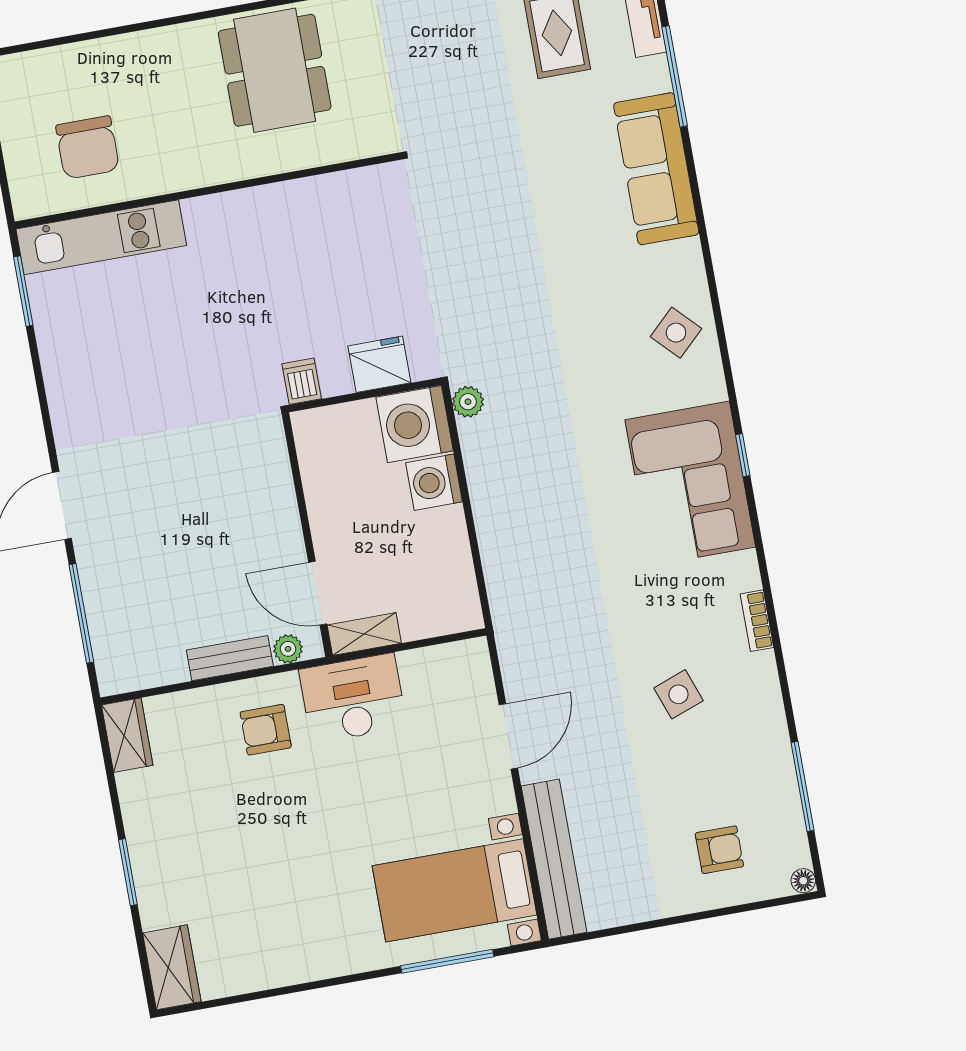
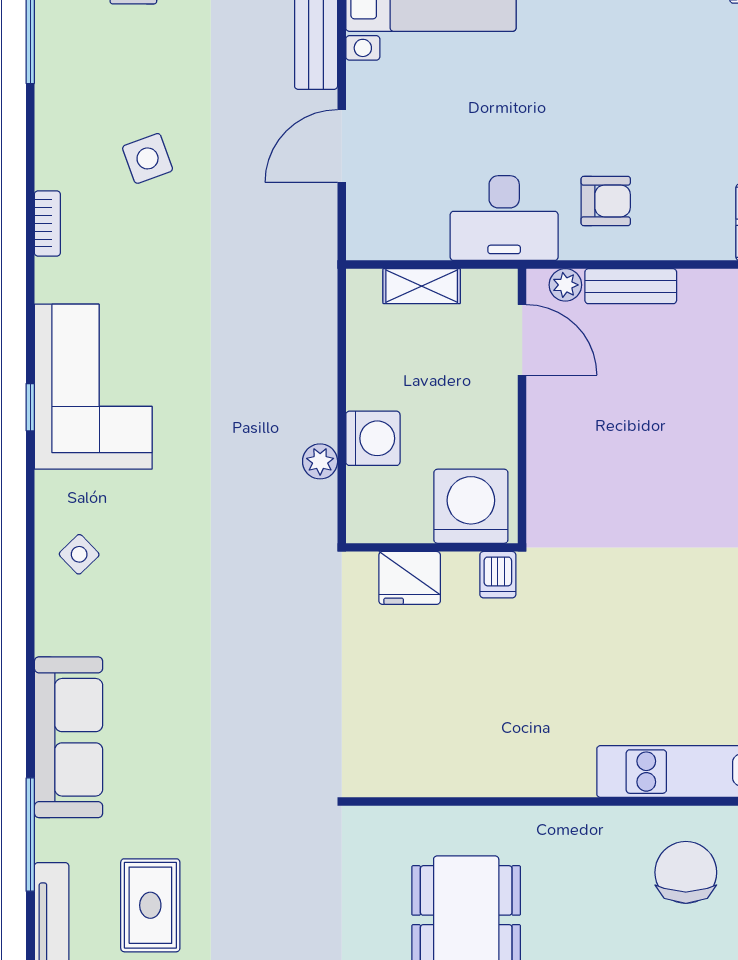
side table: (676, 333) -> (79, 554), width x0.73, depth x0.73
plant: (468, 402) -> (320, 461), moved
washing machine: (415, 424) -> (471, 506), moved, turned -90
shelving: (364, 634) -> (422, 286), moved

